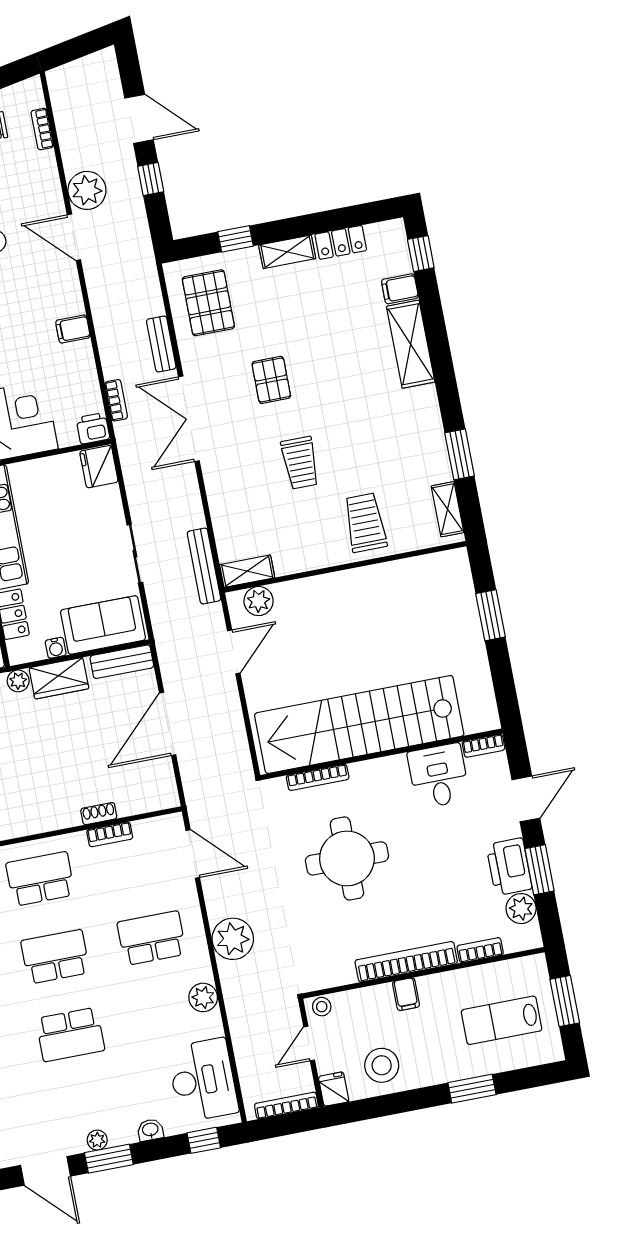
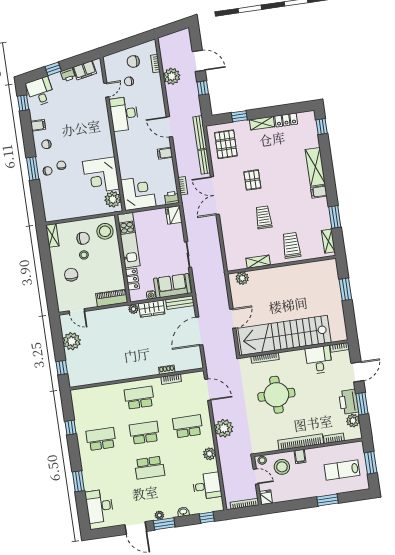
plant: (87, 190) -> (172, 76), moved
door: (74, 237) -> (169, 127), moved
filing cabinet: (400, 289) -> (319, 192), moved
trolley: (300, 463) -> (264, 217), turned 180
bench: (204, 566) -> (200, 132), moved
shelving: (247, 571) -> (258, 262), moved
door: (234, 652) -> (233, 319), moved
door: (309, 1043) -> (256, 476), swing flipped
stool: (382, 1065) -> (282, 467), moved
desk: (203, 1080) -> (207, 486), width x0.73

